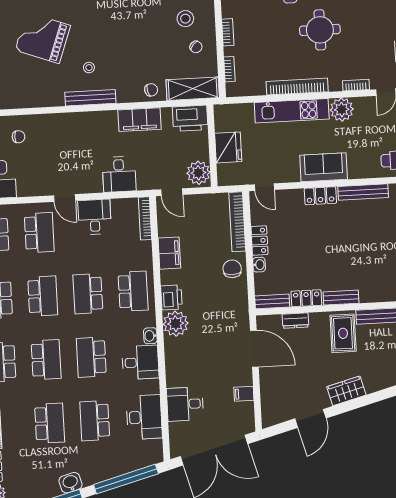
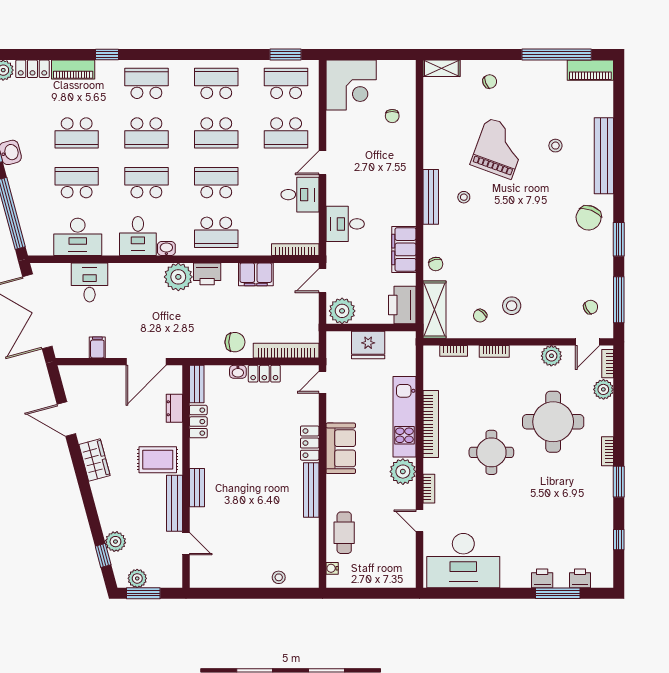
bench: (341, 298) -> (197, 488), moved

